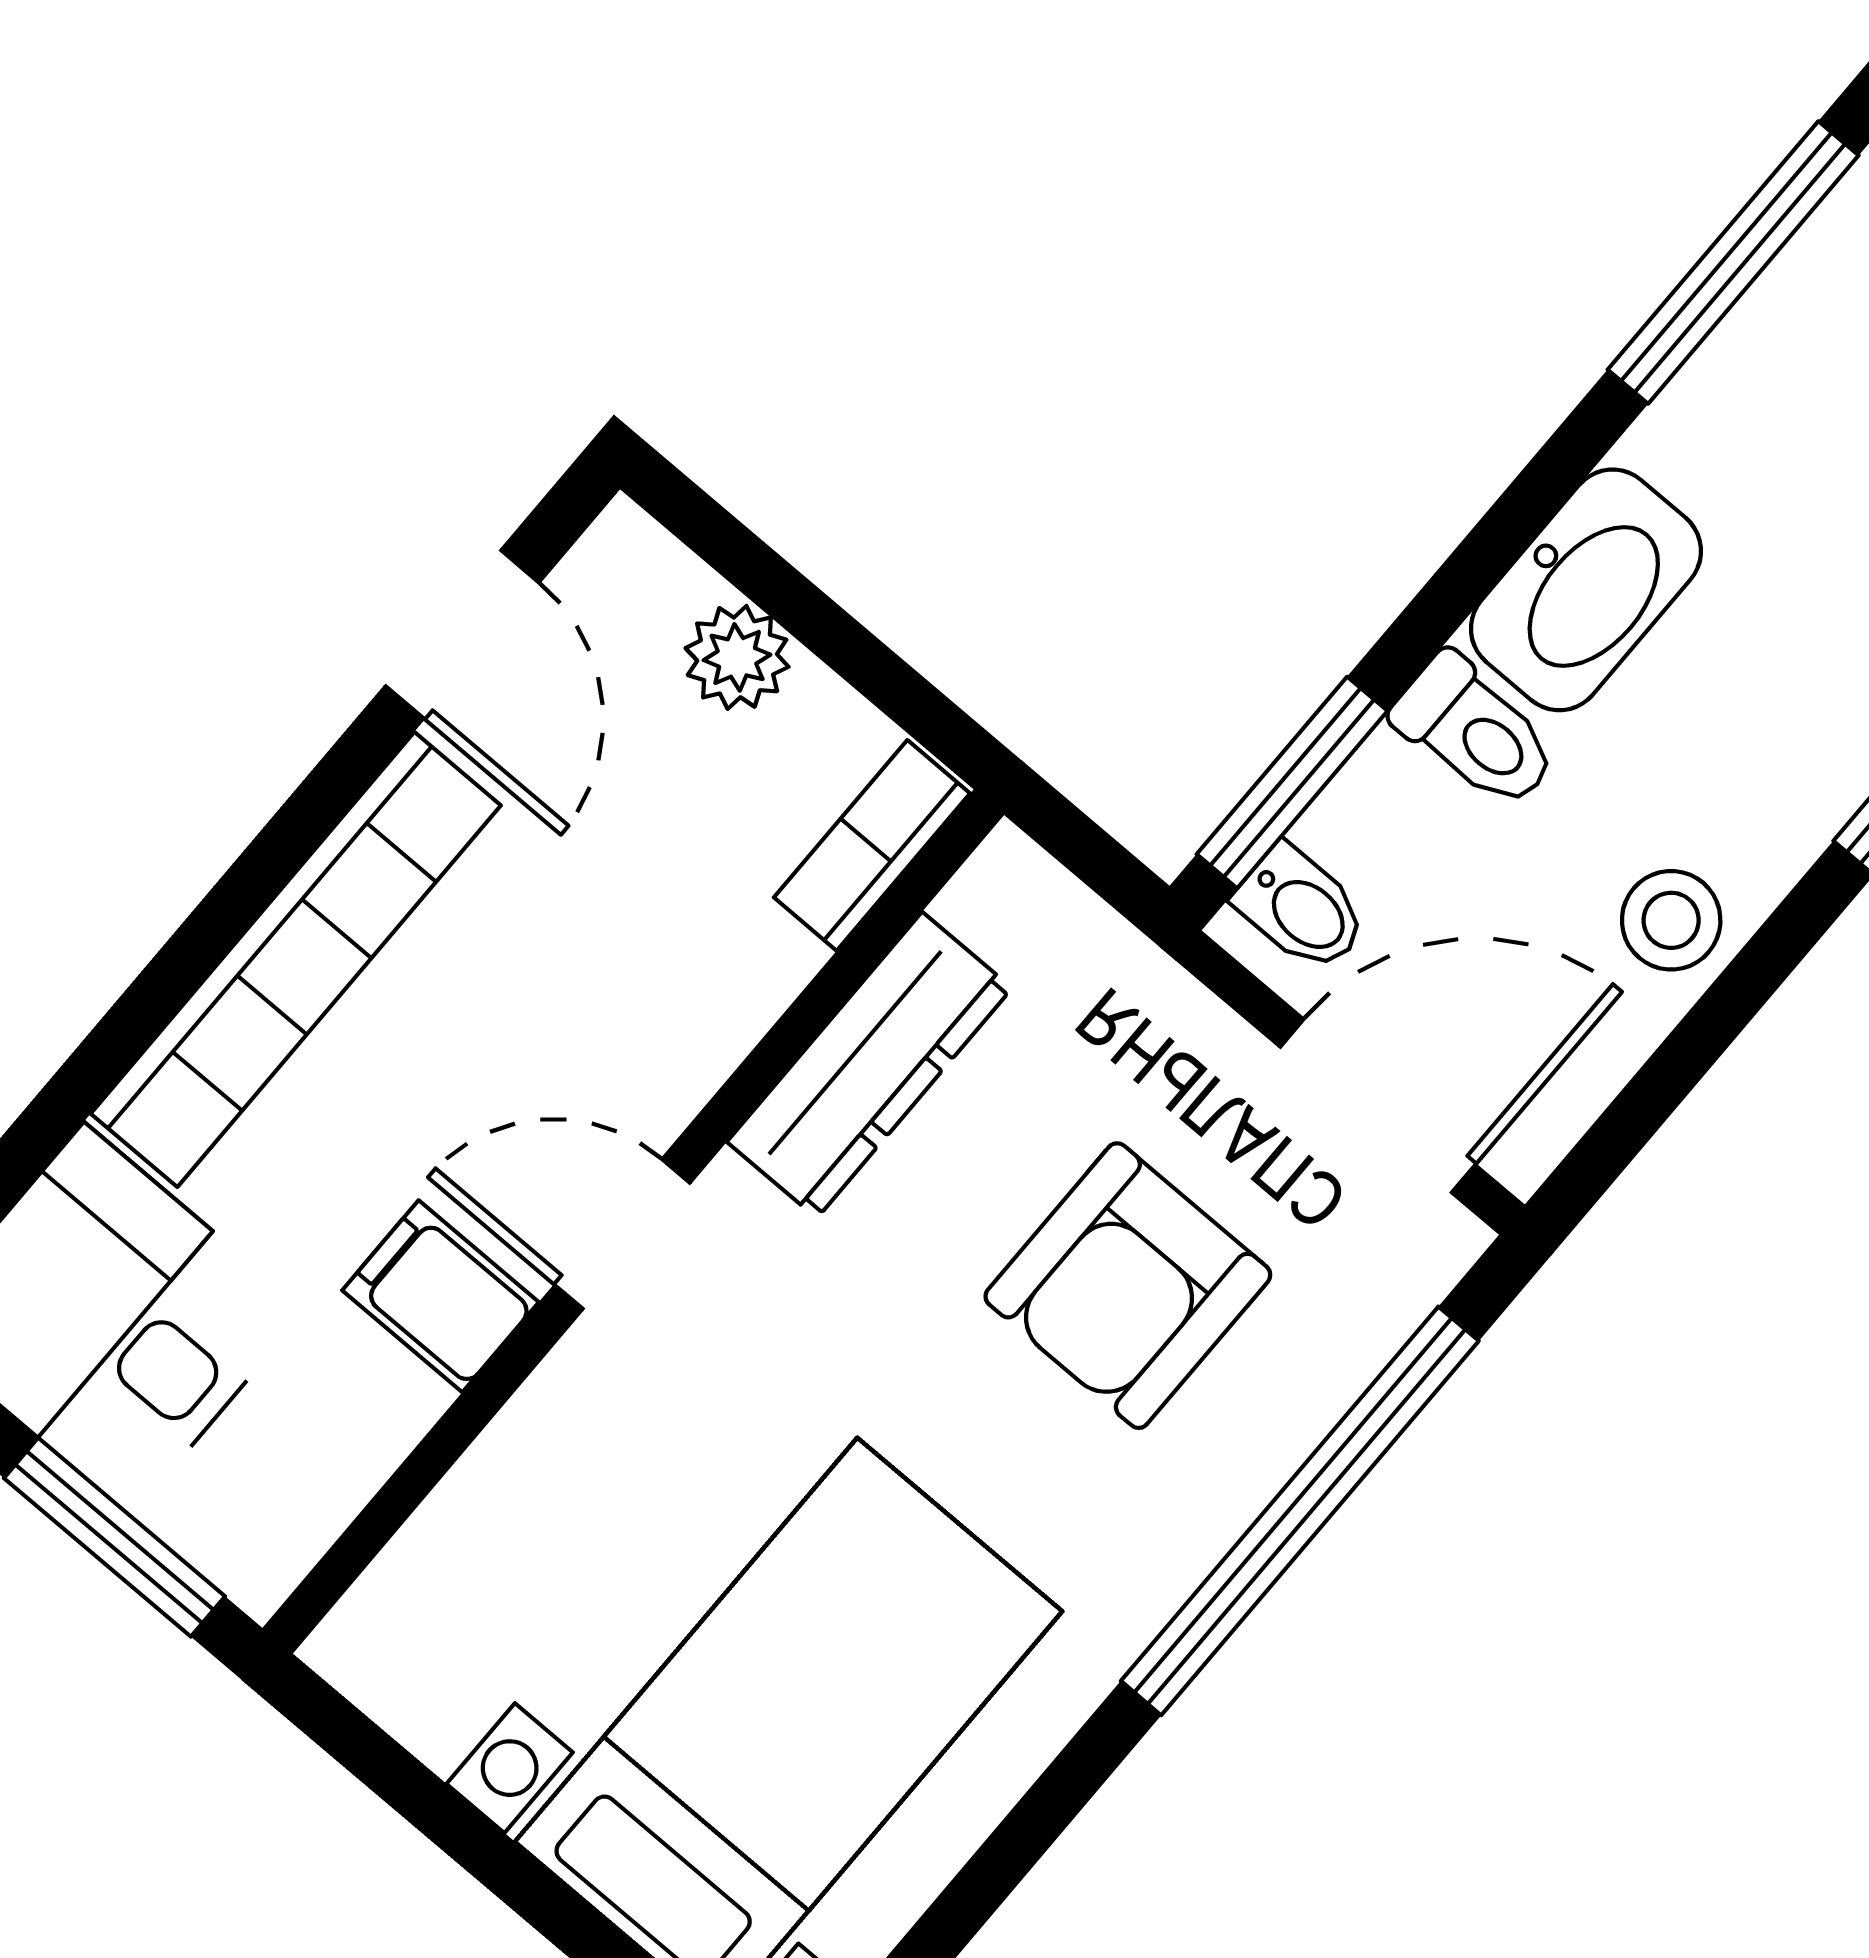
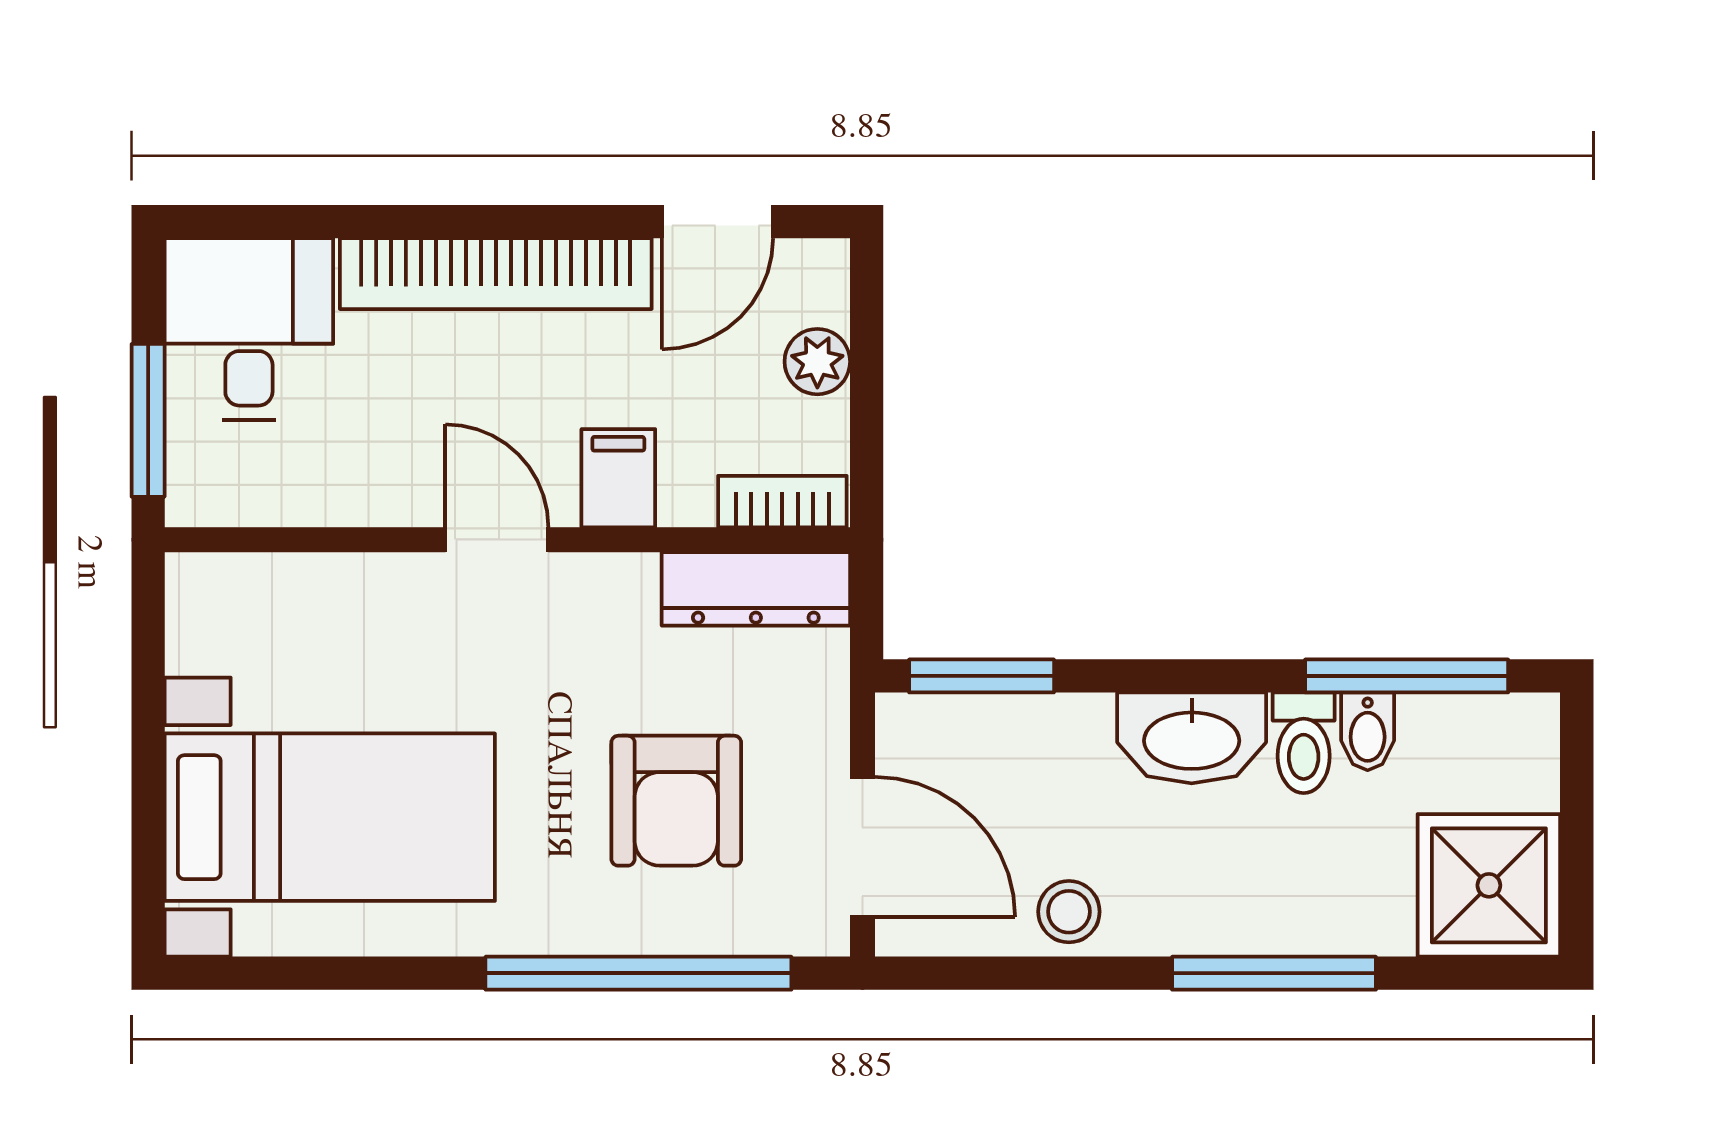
toilet: (1476, 732) -> (1304, 743), moved
bidet: (1302, 909) -> (1368, 731), moved
dresser: (869, 1065) -> (756, 589), moved
armchair: (1128, 1286) -> (676, 801), turned -90
filing cabinet: (440, 1296) -> (618, 478), moved

